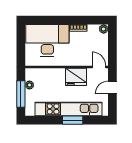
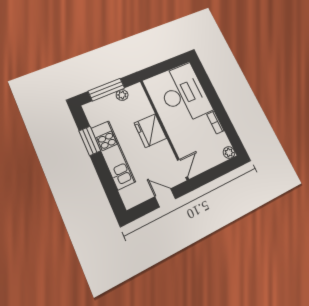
fridge: (76, 77) -> (150, 131), moved
kitchen unit: (68, 109) -> (113, 155), width x0.73
window: (73, 120) -> (90, 141), moved

